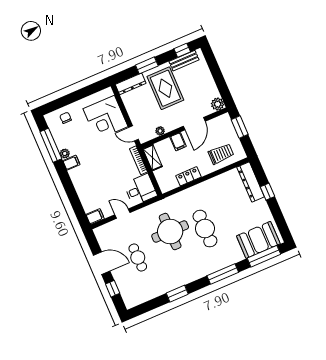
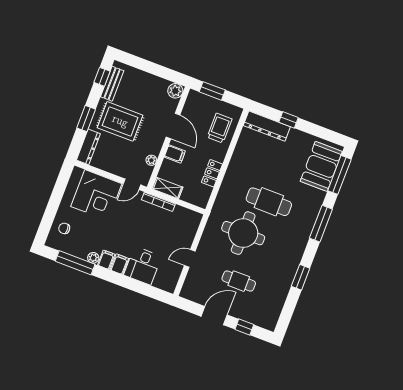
desk: (140, 190) -> (143, 266), moved, turned 180
filing cabinet: (95, 217) -> (119, 264), moved

